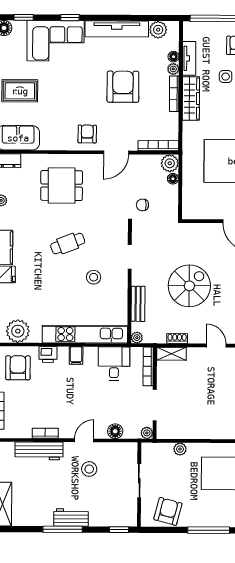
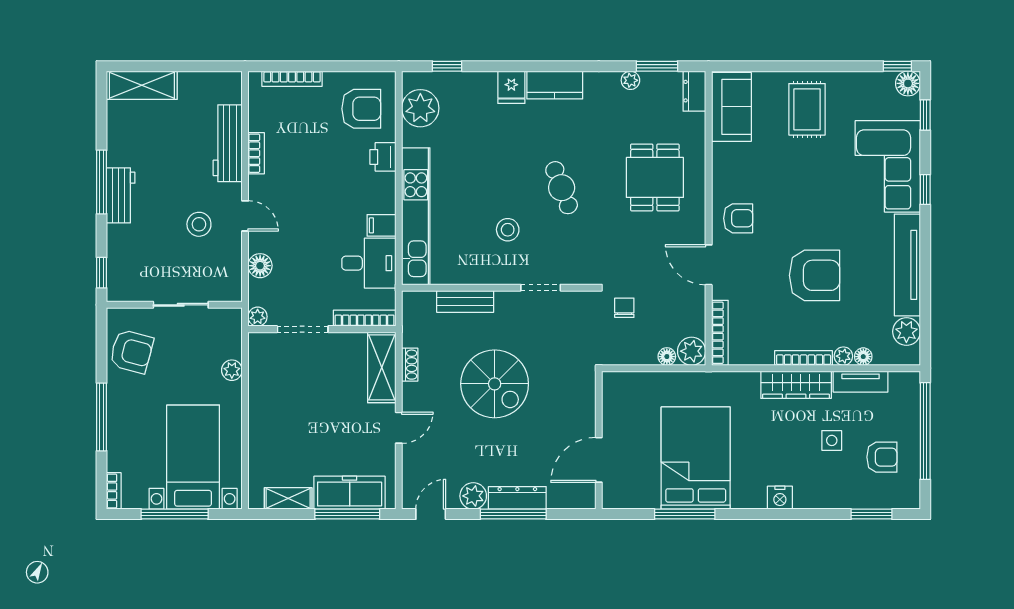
plant: (137, 338) -> (411, 300), removed
shelving: (171, 354) -> (382, 367), width x1.50, depth x1.33
filing cabinet: (76, 356) -> (381, 225), moved

